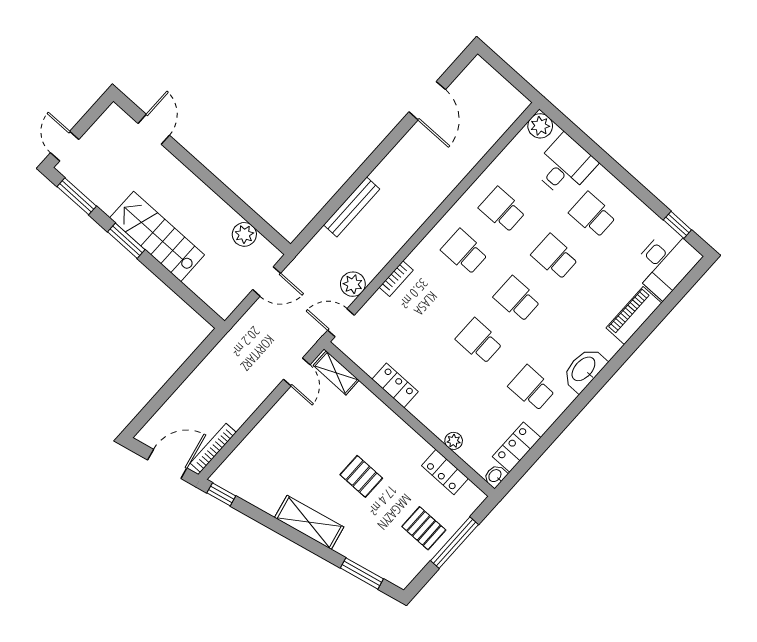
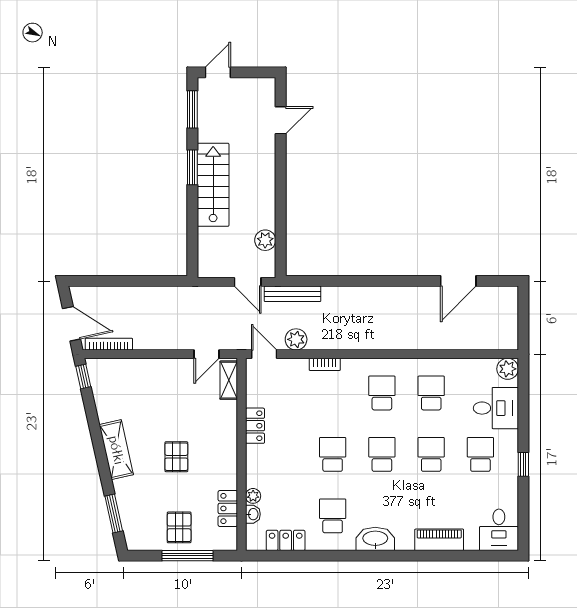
bench: (352, 207) -> (293, 294), moved
window: (677, 225) -> (523, 464), moved
desk: (666, 263) -> (499, 530), width x0.73
washbasin: (495, 476) -> (253, 514), moved, turned 90

